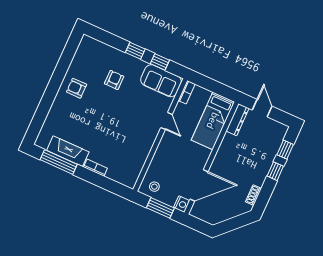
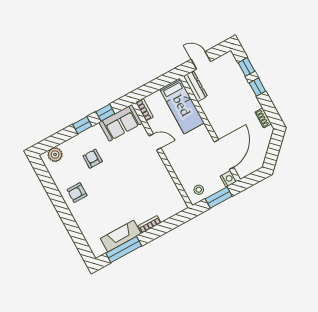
plant: (94, 46) -> (55, 155), added

